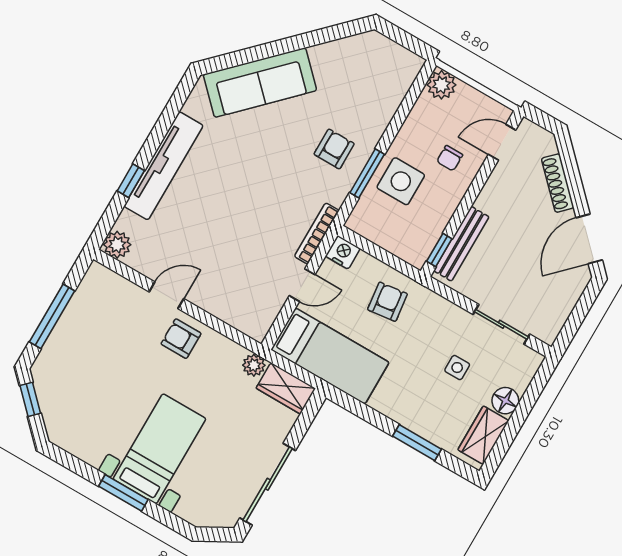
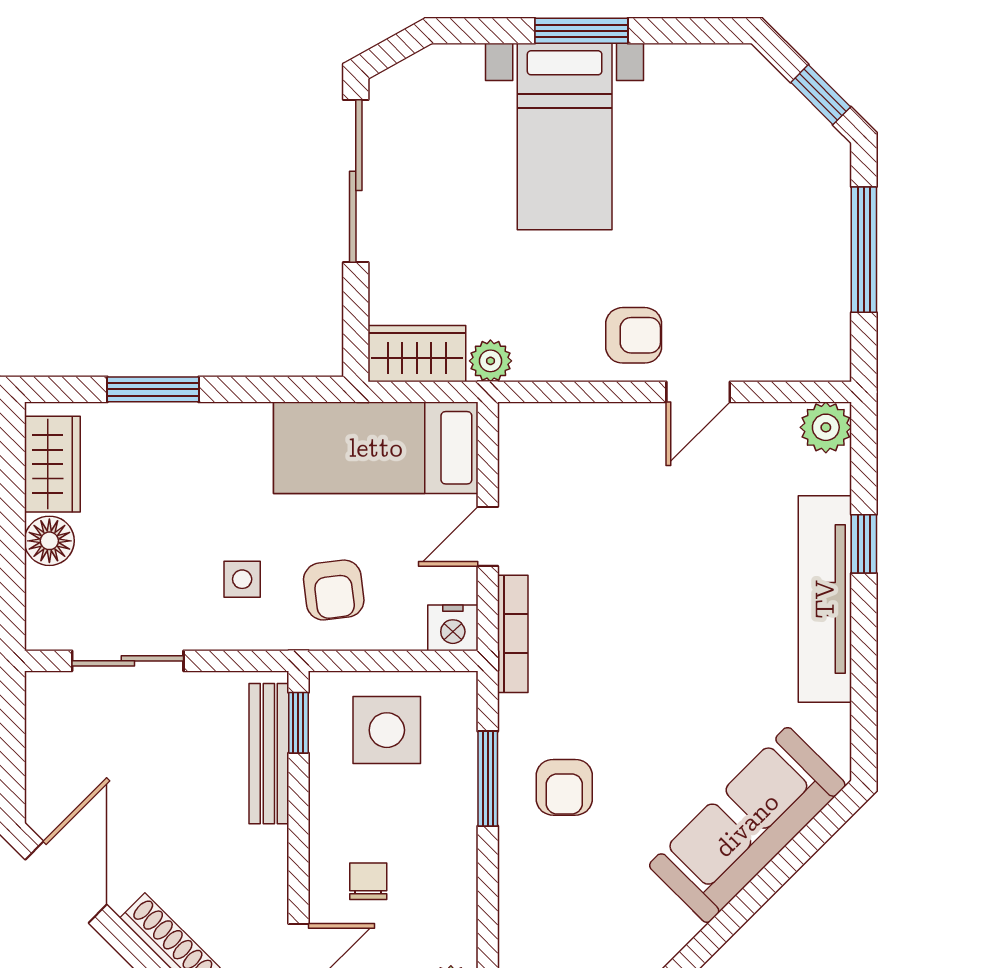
side table: (401, 181) -> (387, 730), moved
side table: (457, 368) -> (242, 579), moved

